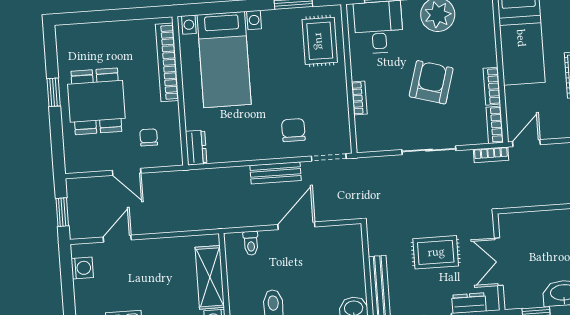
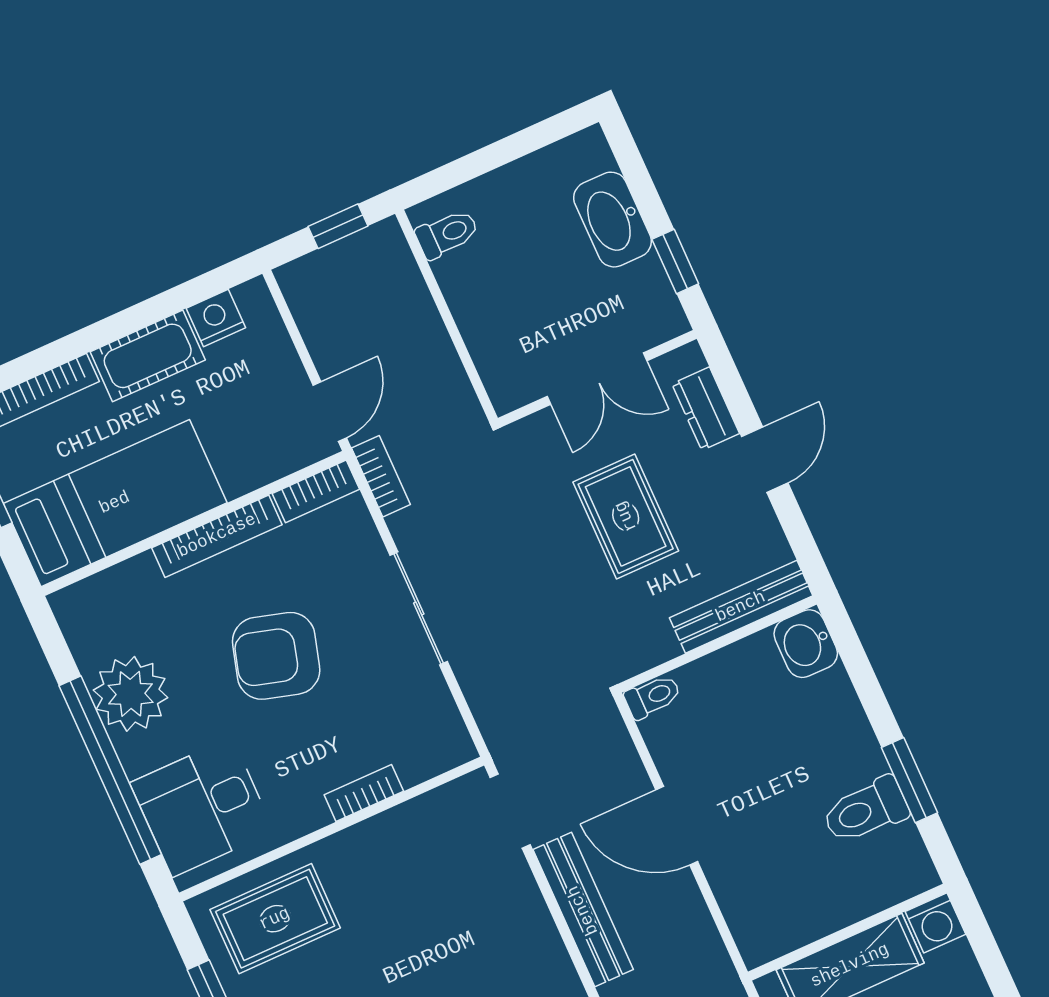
bookcase: (492, 86) -> (217, 536), width x1.56
chair: (293, 130) -> (481, 905), removed
door: (526, 143) -> (330, 411), swing flipped
bench: (276, 173) -> (583, 910), width x1.36
toilet: (251, 243) -> (653, 697), moved

